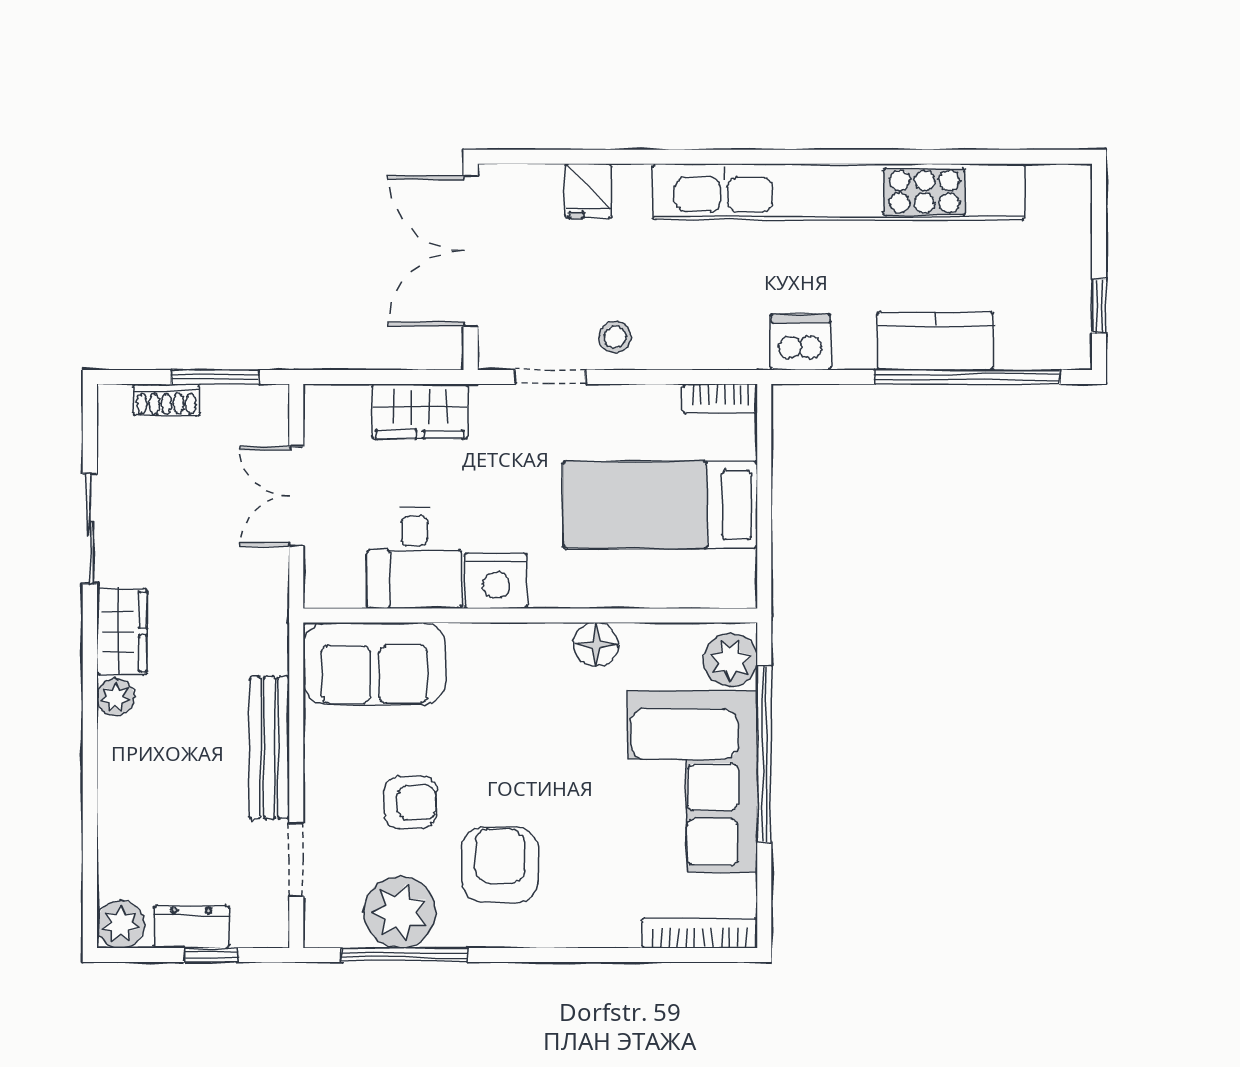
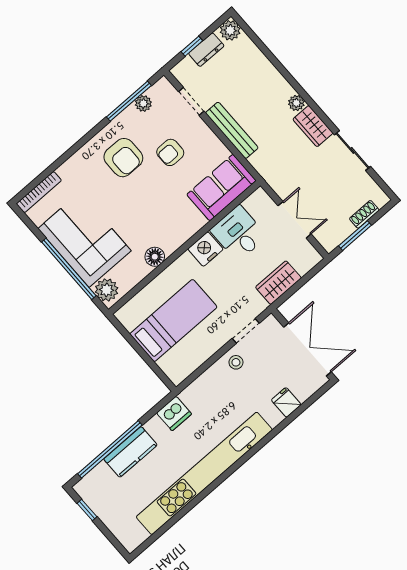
bookcase: (720, 399) -> (184, 372), removed
plant: (400, 912) -> (143, 103), width x0.53, depth x0.53

